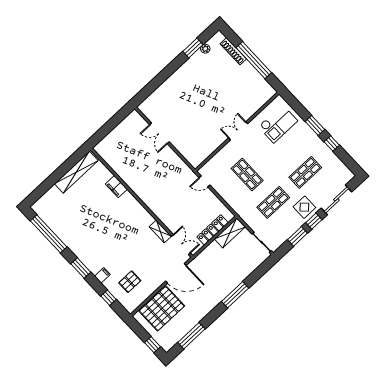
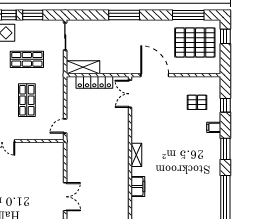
door: (204, 181) -> (65, 126), swing flipped
shelving: (160, 232) -> (136, 155), moved
pallet: (162, 309) -> (195, 42), moved

